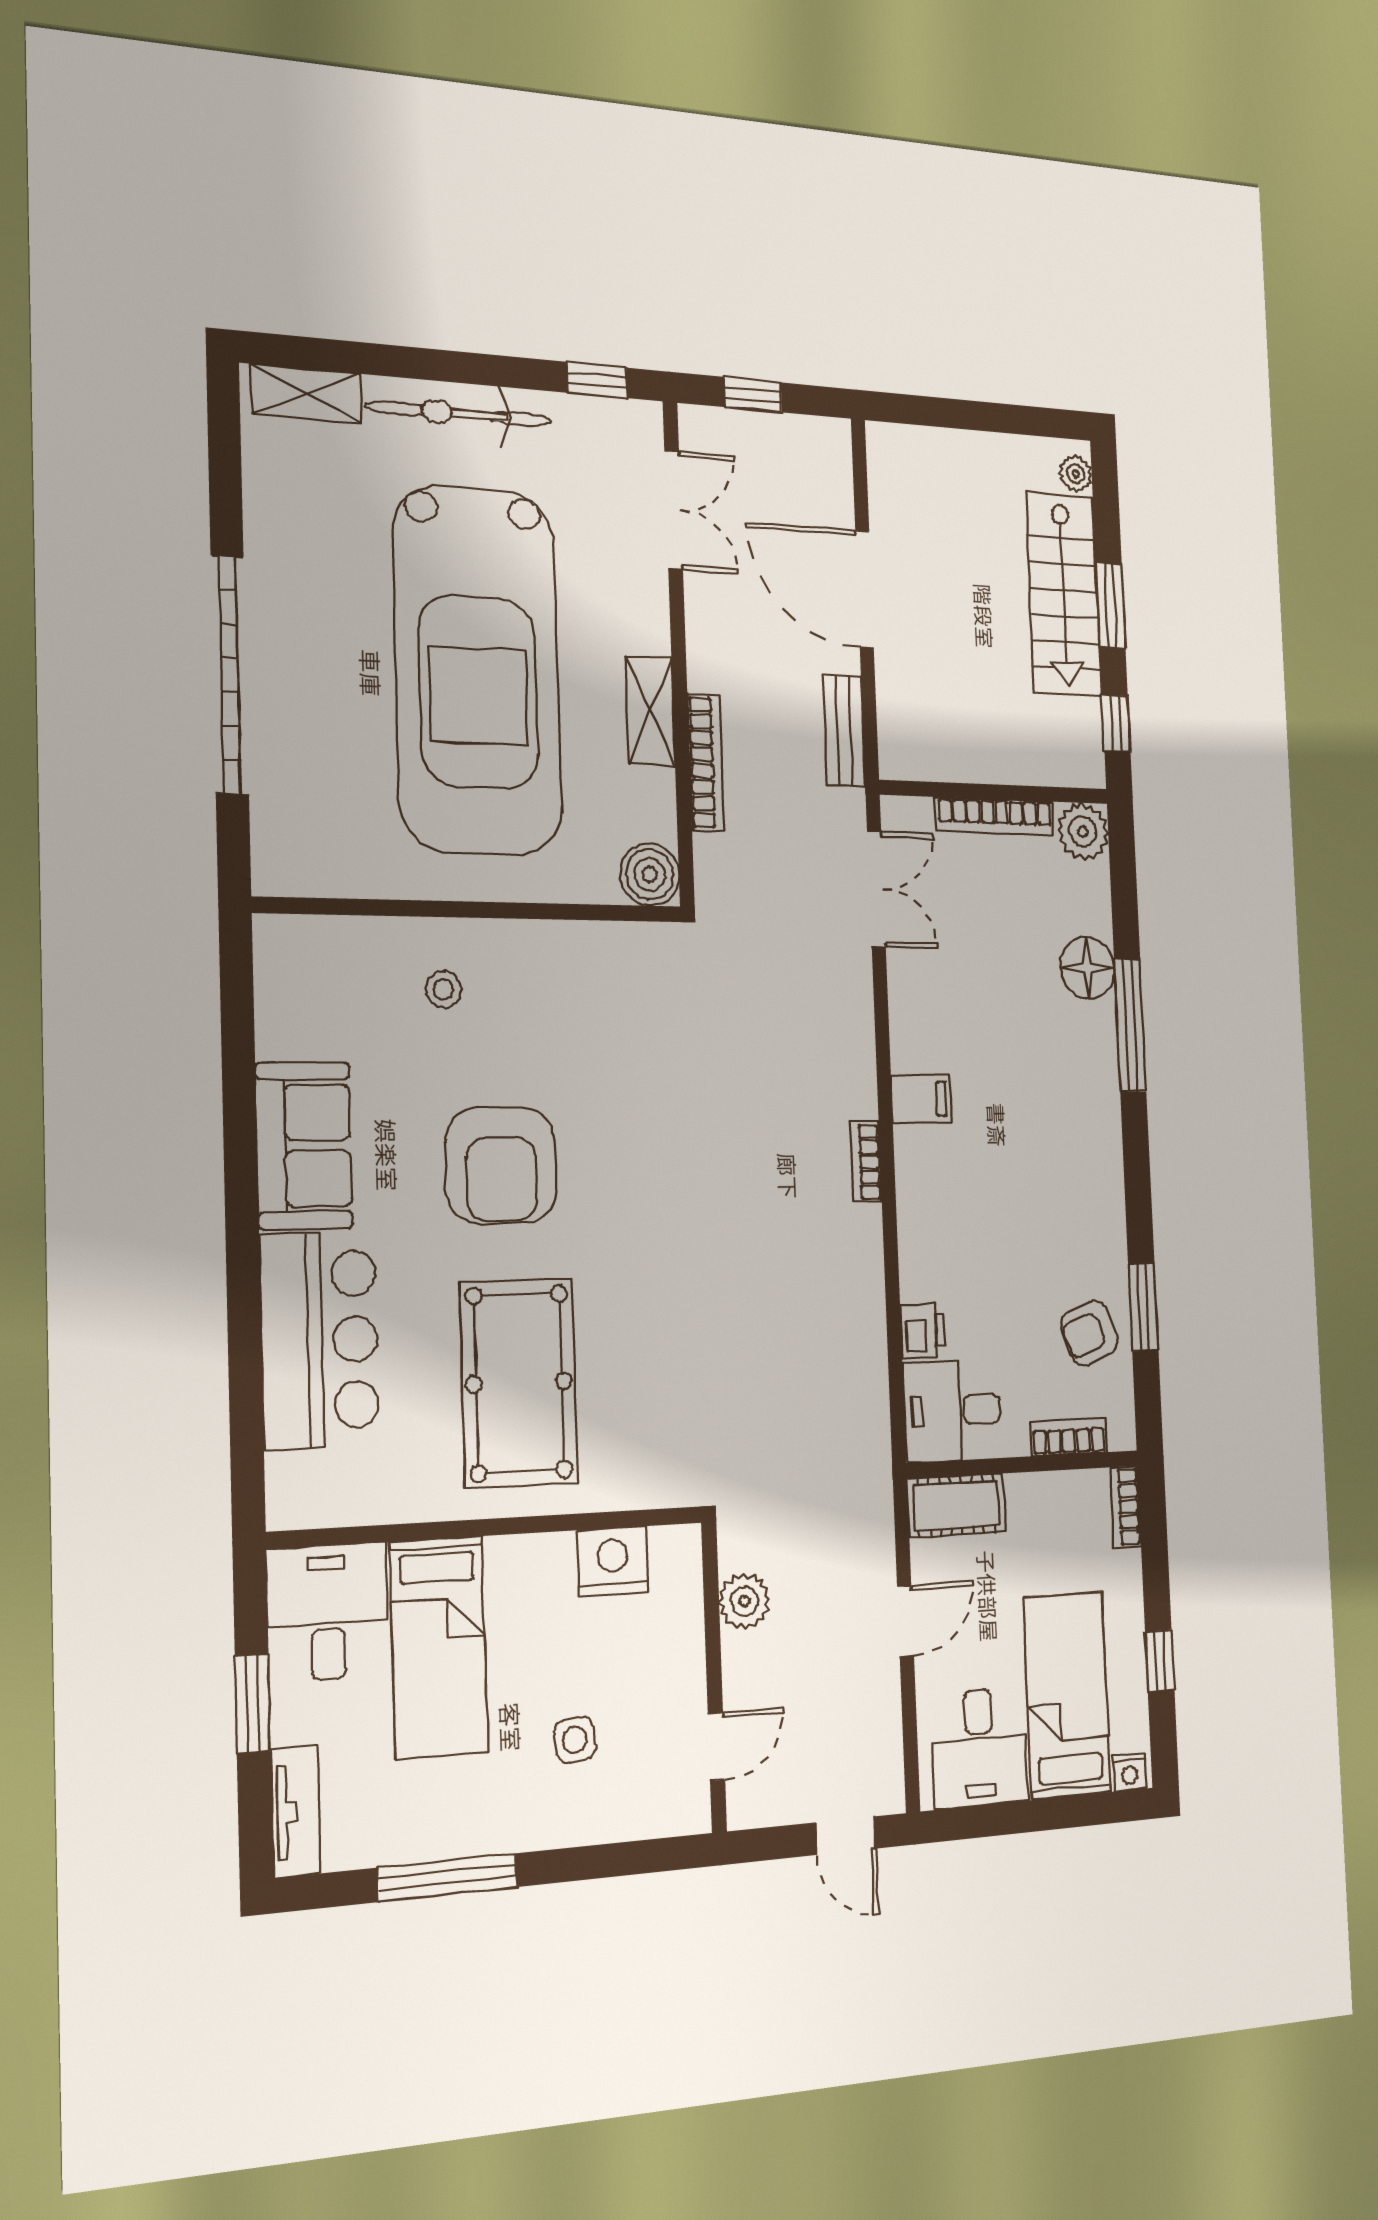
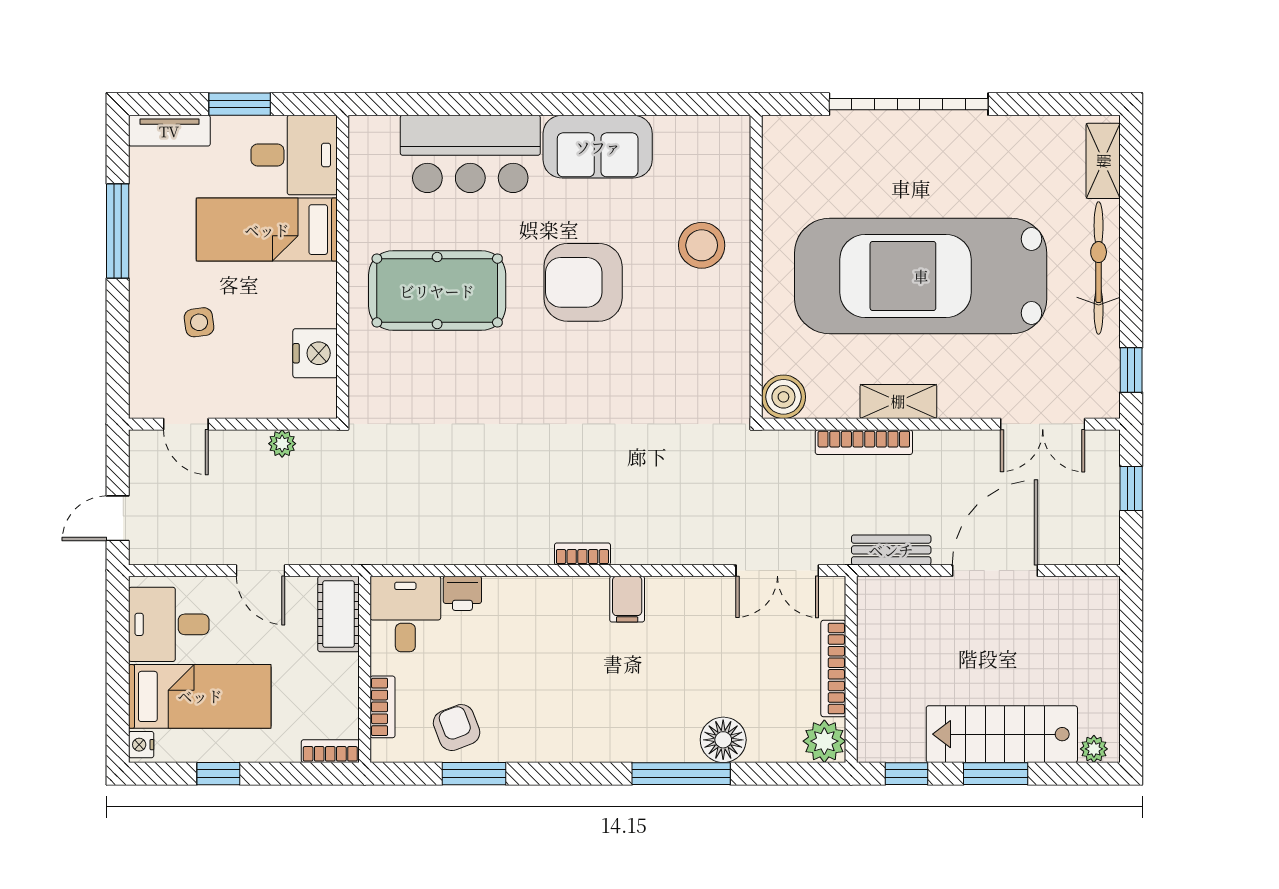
stool: (443, 989) -> (702, 245), width x1.89, depth x1.89
plant: (745, 1601) -> (282, 444), width x0.73, depth x0.73

